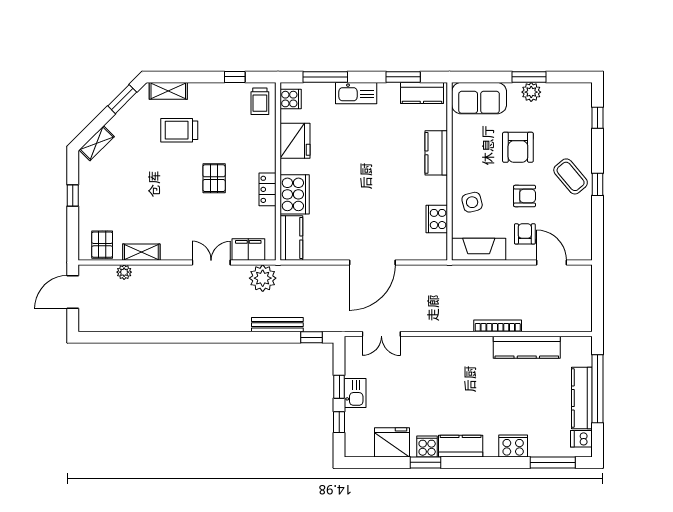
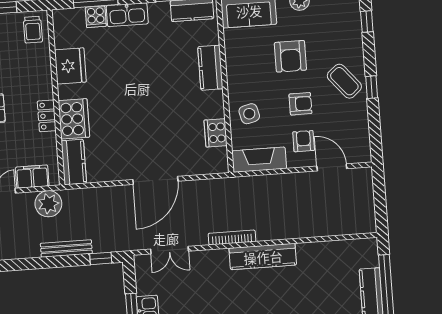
cooker: (291, 99) -> (96, 17), moved, turned 90
bookcase: (498, 326) -> (232, 237), moved
kitchen counter: (527, 347) -> (263, 257), moved

